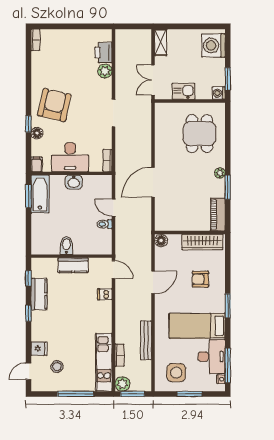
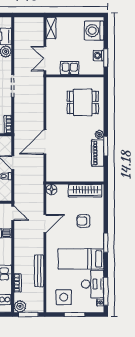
washing machine: (219, 93) -> (98, 55), moved
dining table: (199, 134) -> (83, 102), turned 90
piano: (218, 215) -> (98, 153), moved

